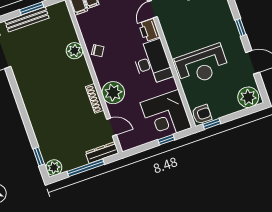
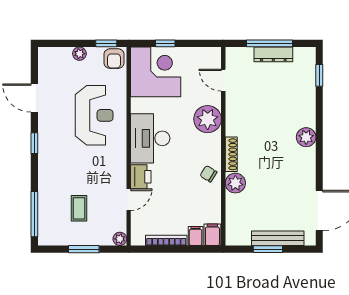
reception desk: (202, 65) -> (94, 115), turned 90
plant: (248, 97) -> (79, 54), moved, width x0.53, depth x0.53
shoe rack: (95, 98) -> (231, 154), moved
armchair: (202, 114) -> (114, 59), turned -90
dresser: (102, 153) -> (273, 54), moved
plant: (54, 168) -> (306, 137), moved

